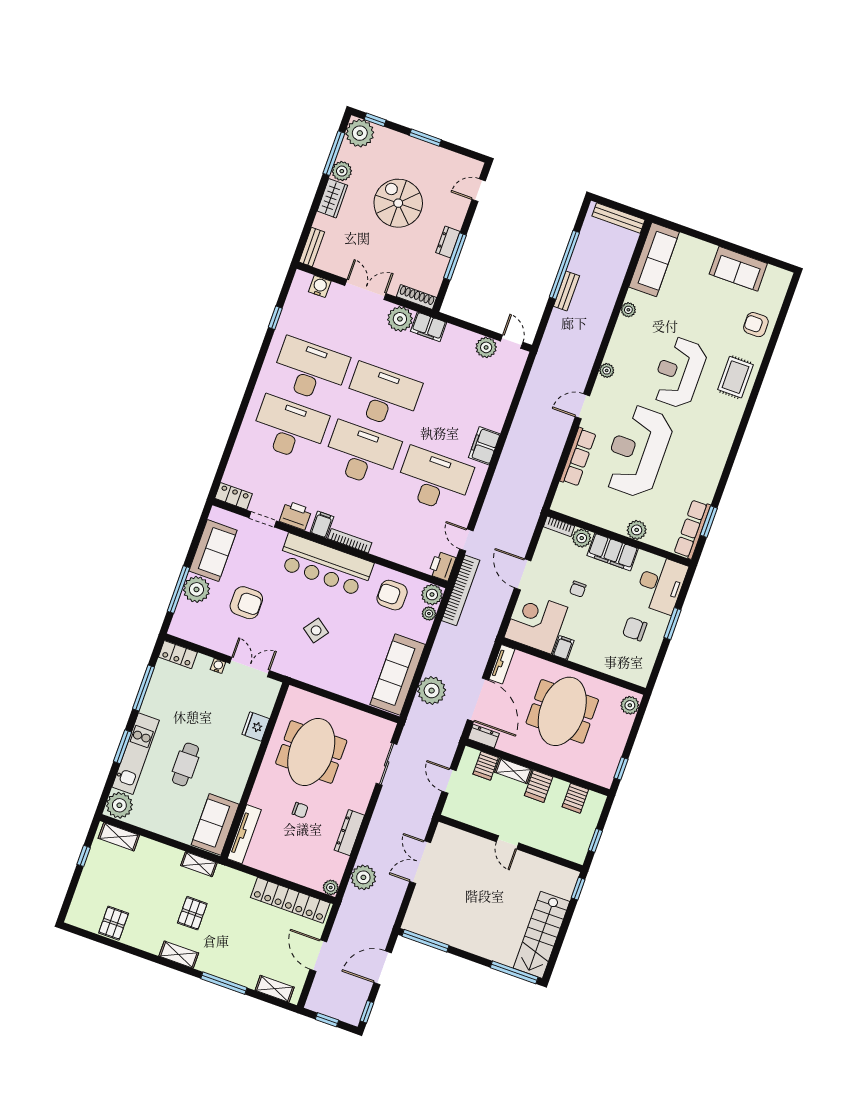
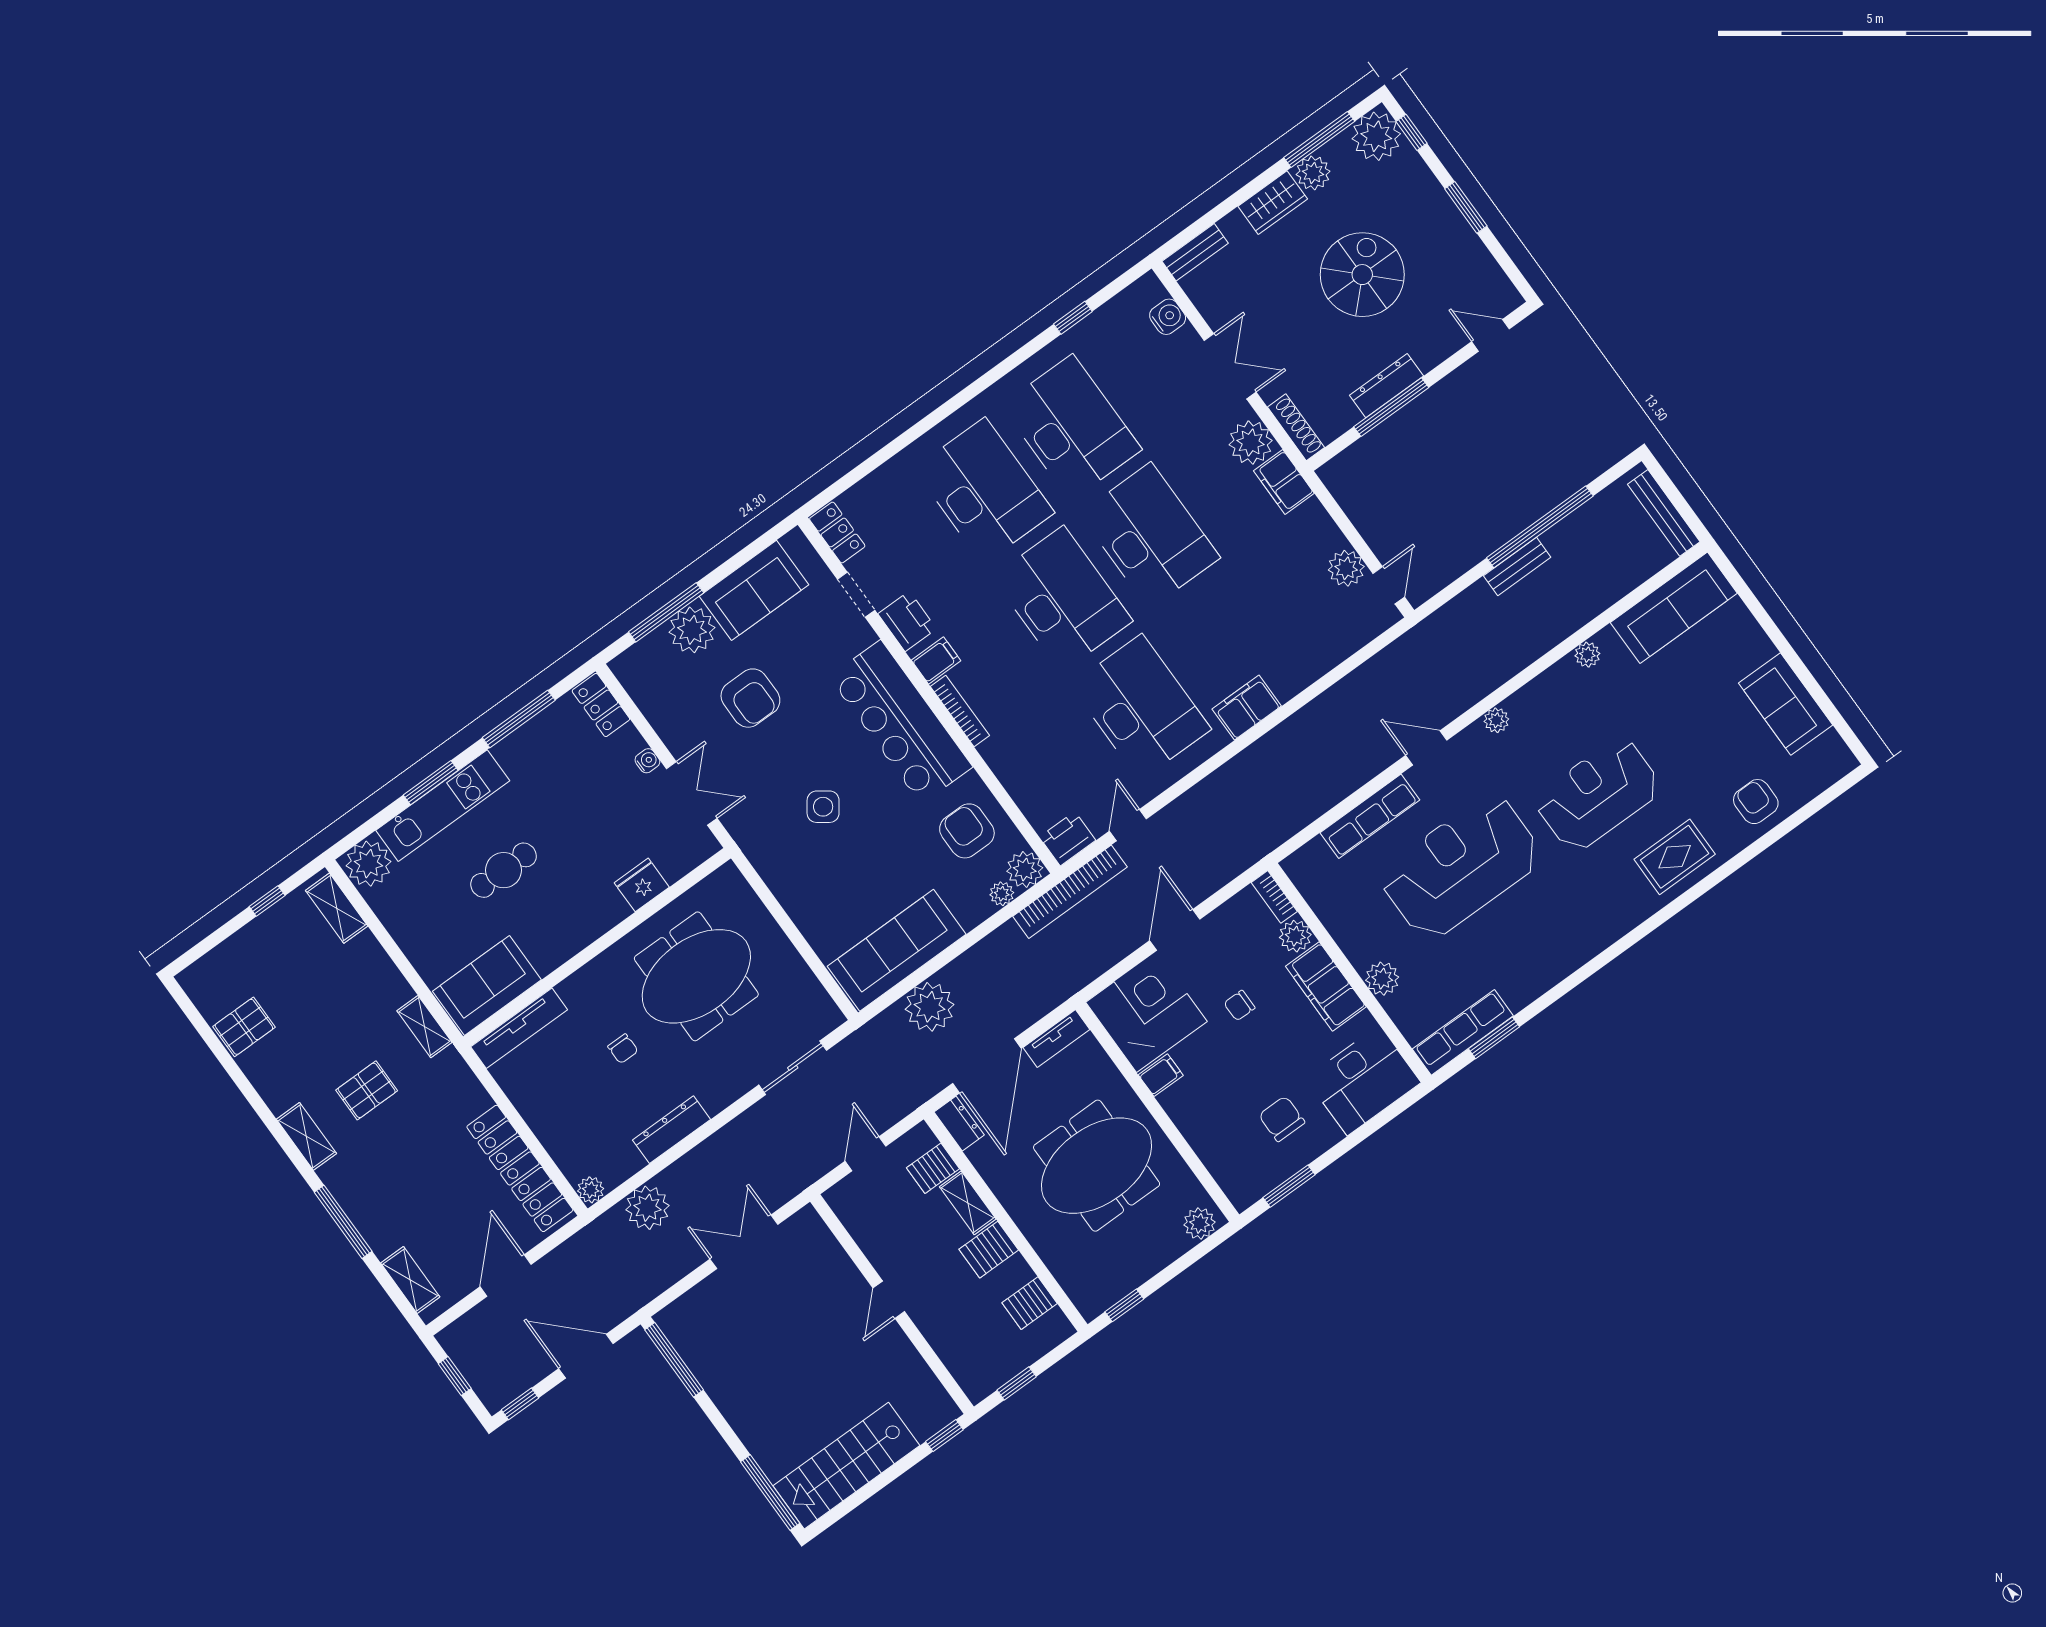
dresser: (448, 242) -> (1387, 386), width x1.44
window: (673, 624) -> (1289, 1186), moved

